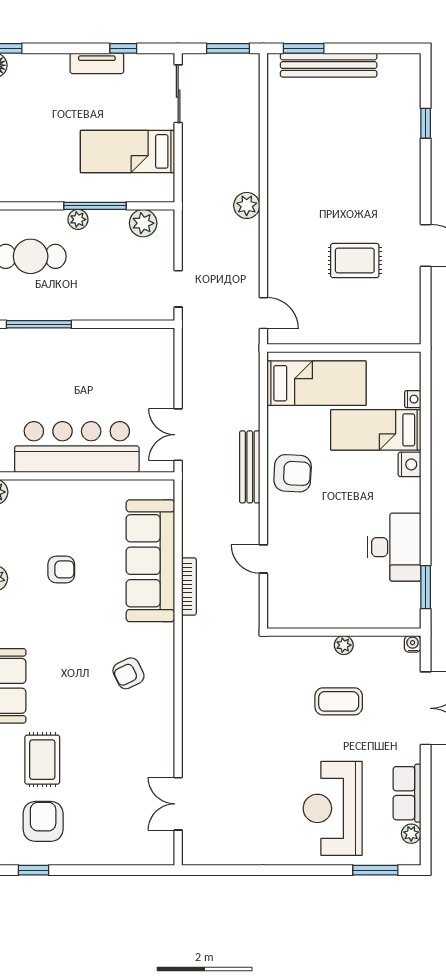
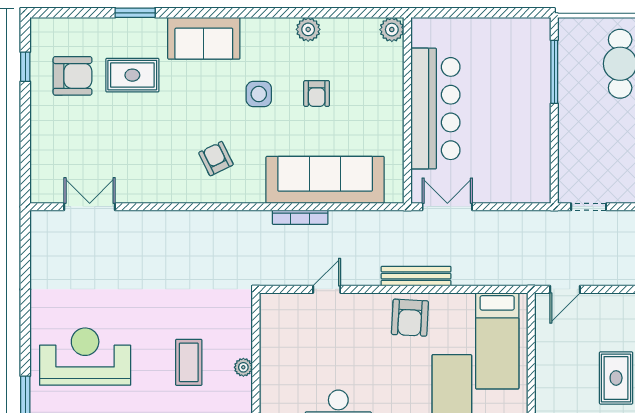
side table: (62, 629) -> (259, 94), added

